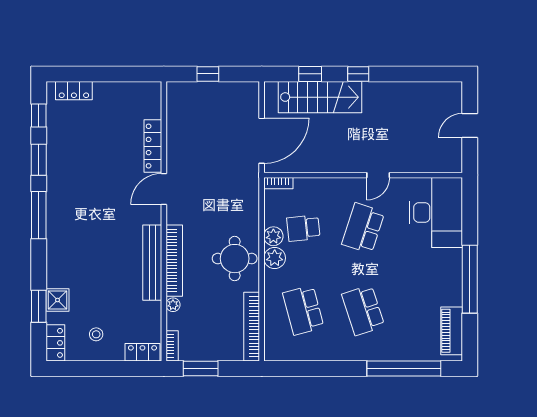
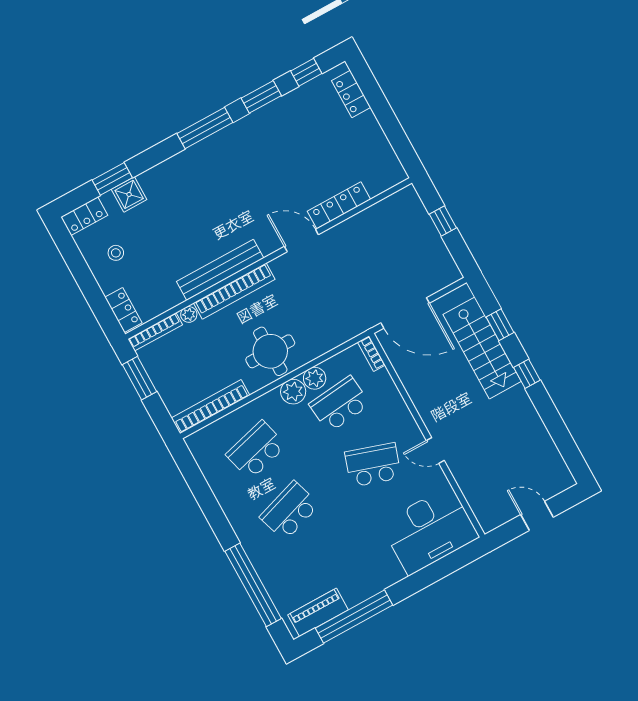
school desk: (303, 228) -> (340, 404), width x1.85
window: (470, 279) -> (354, 617), moved
bookcase: (172, 346) -> (155, 332), width x1.56

